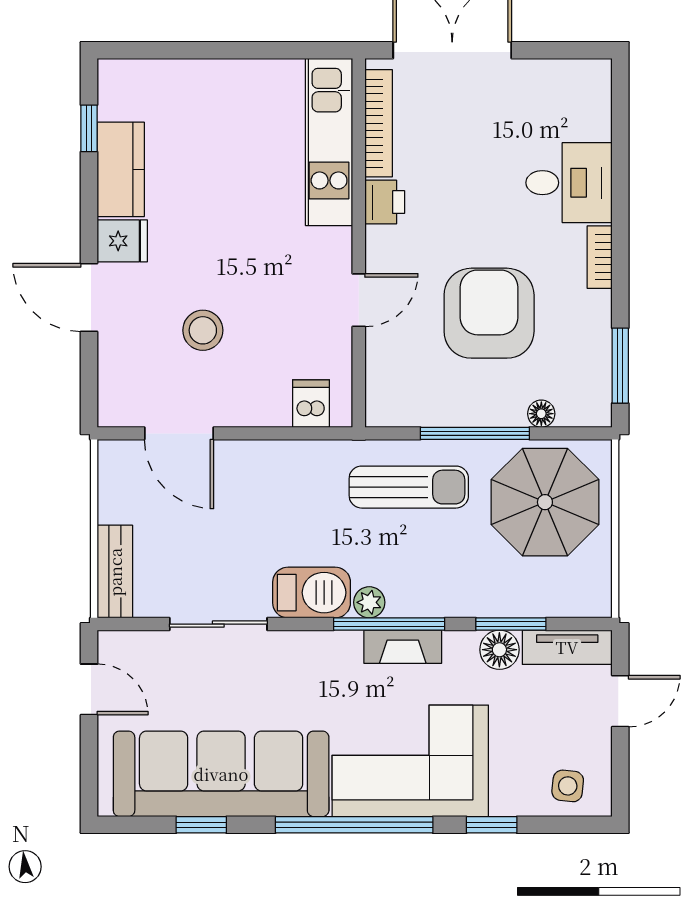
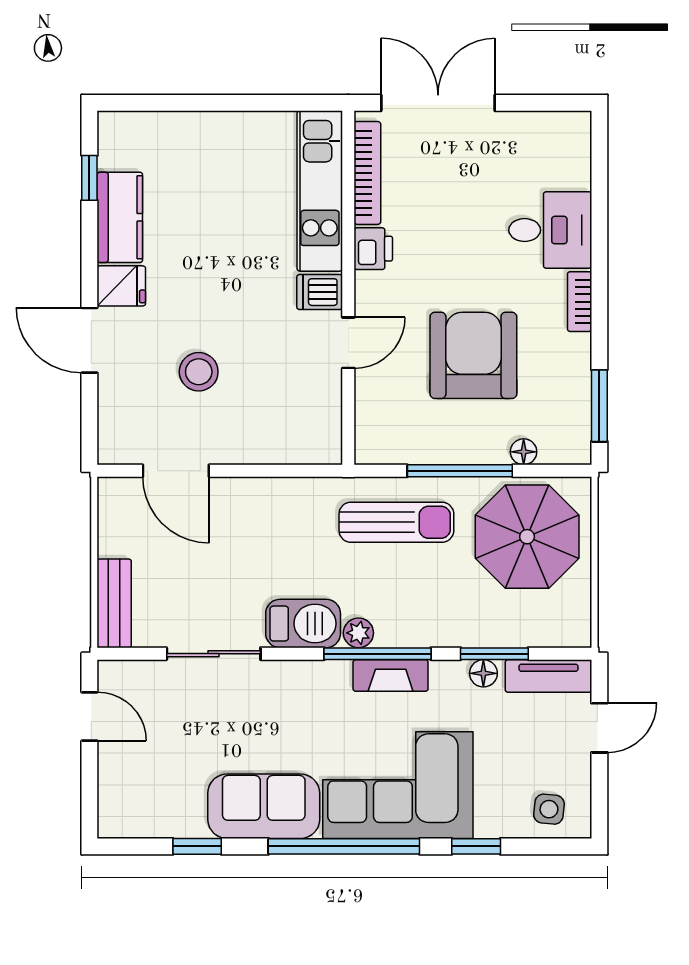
dishwasher: (311, 404) -> (320, 292), moved, turned -90
floor lamp: (499, 650) -> (483, 673), width x0.73, depth x0.73
sofa: (221, 774) -> (264, 806), width x0.54, depth x0.79

